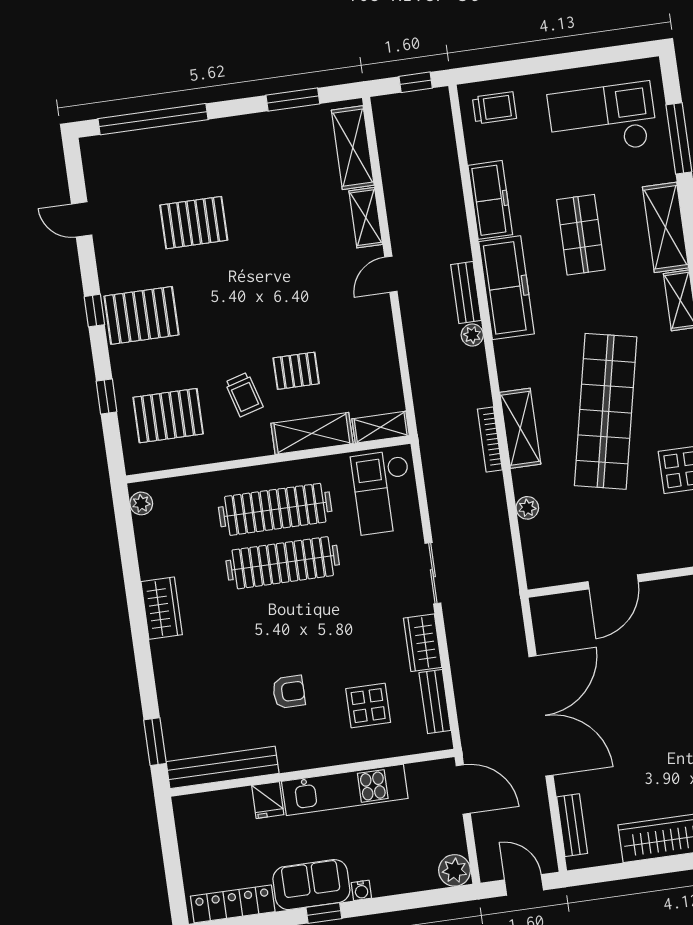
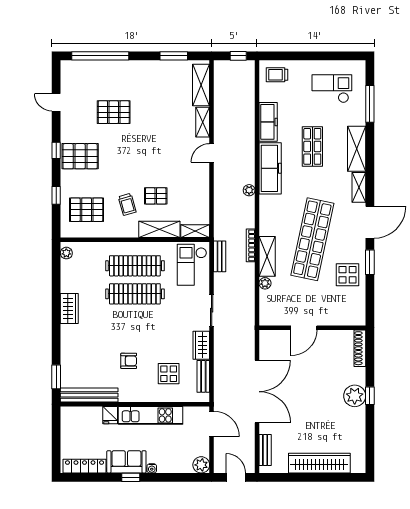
trolley: (494, 108) -> (277, 75), turned 180
checkout: (603, 120) -> (332, 89), width x0.73, depth x0.83
bench: (466, 292) -> (220, 256), moved
shelving: (520, 428) -> (267, 256), moved

